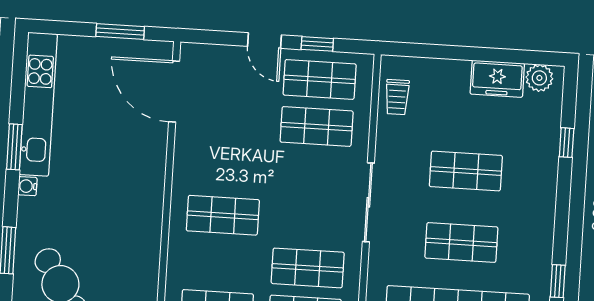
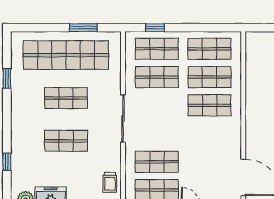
trolley: (397, 97) -> (110, 182), turned 180
shop shelf: (220, 262) -> (209, 77), added

